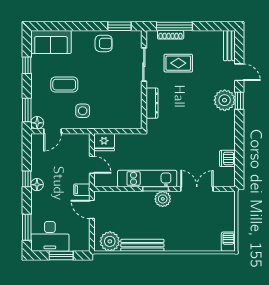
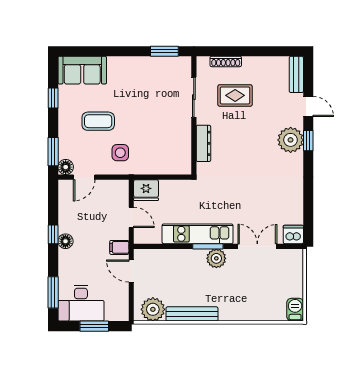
window: (174, 26) -> (230, 51), removed
armchair: (104, 43) -> (145, 72), removed
dishwasher: (227, 158) -> (293, 235), moved, turned 90

